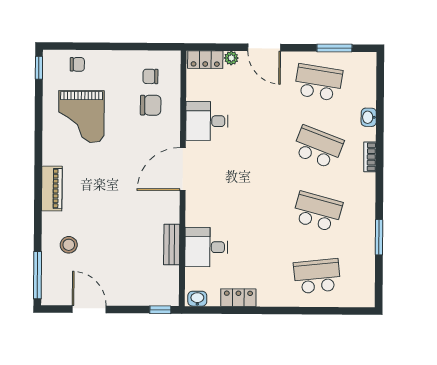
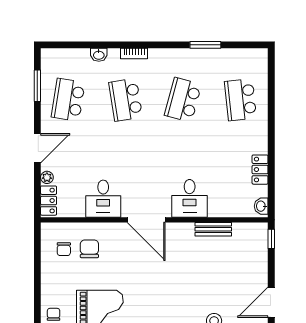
school desk: (318, 147) -> (126, 100), turned -30
desk: (206, 247) -> (190, 198), moved

